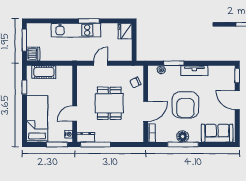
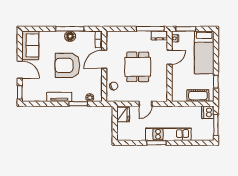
fridge: (125, 31) -> (123, 115), moved
armchair: (185, 105) -> (67, 65), turned -90
sofa: (217, 133) -> (30, 45), moved, turned -90

